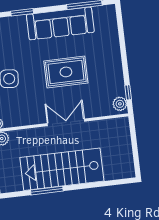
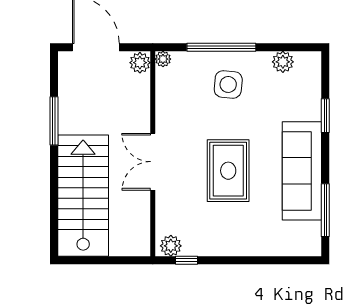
double door: (66, 122) -> (153, 162), swing flipped
stairs: (62, 169) -> (83, 196), moved

